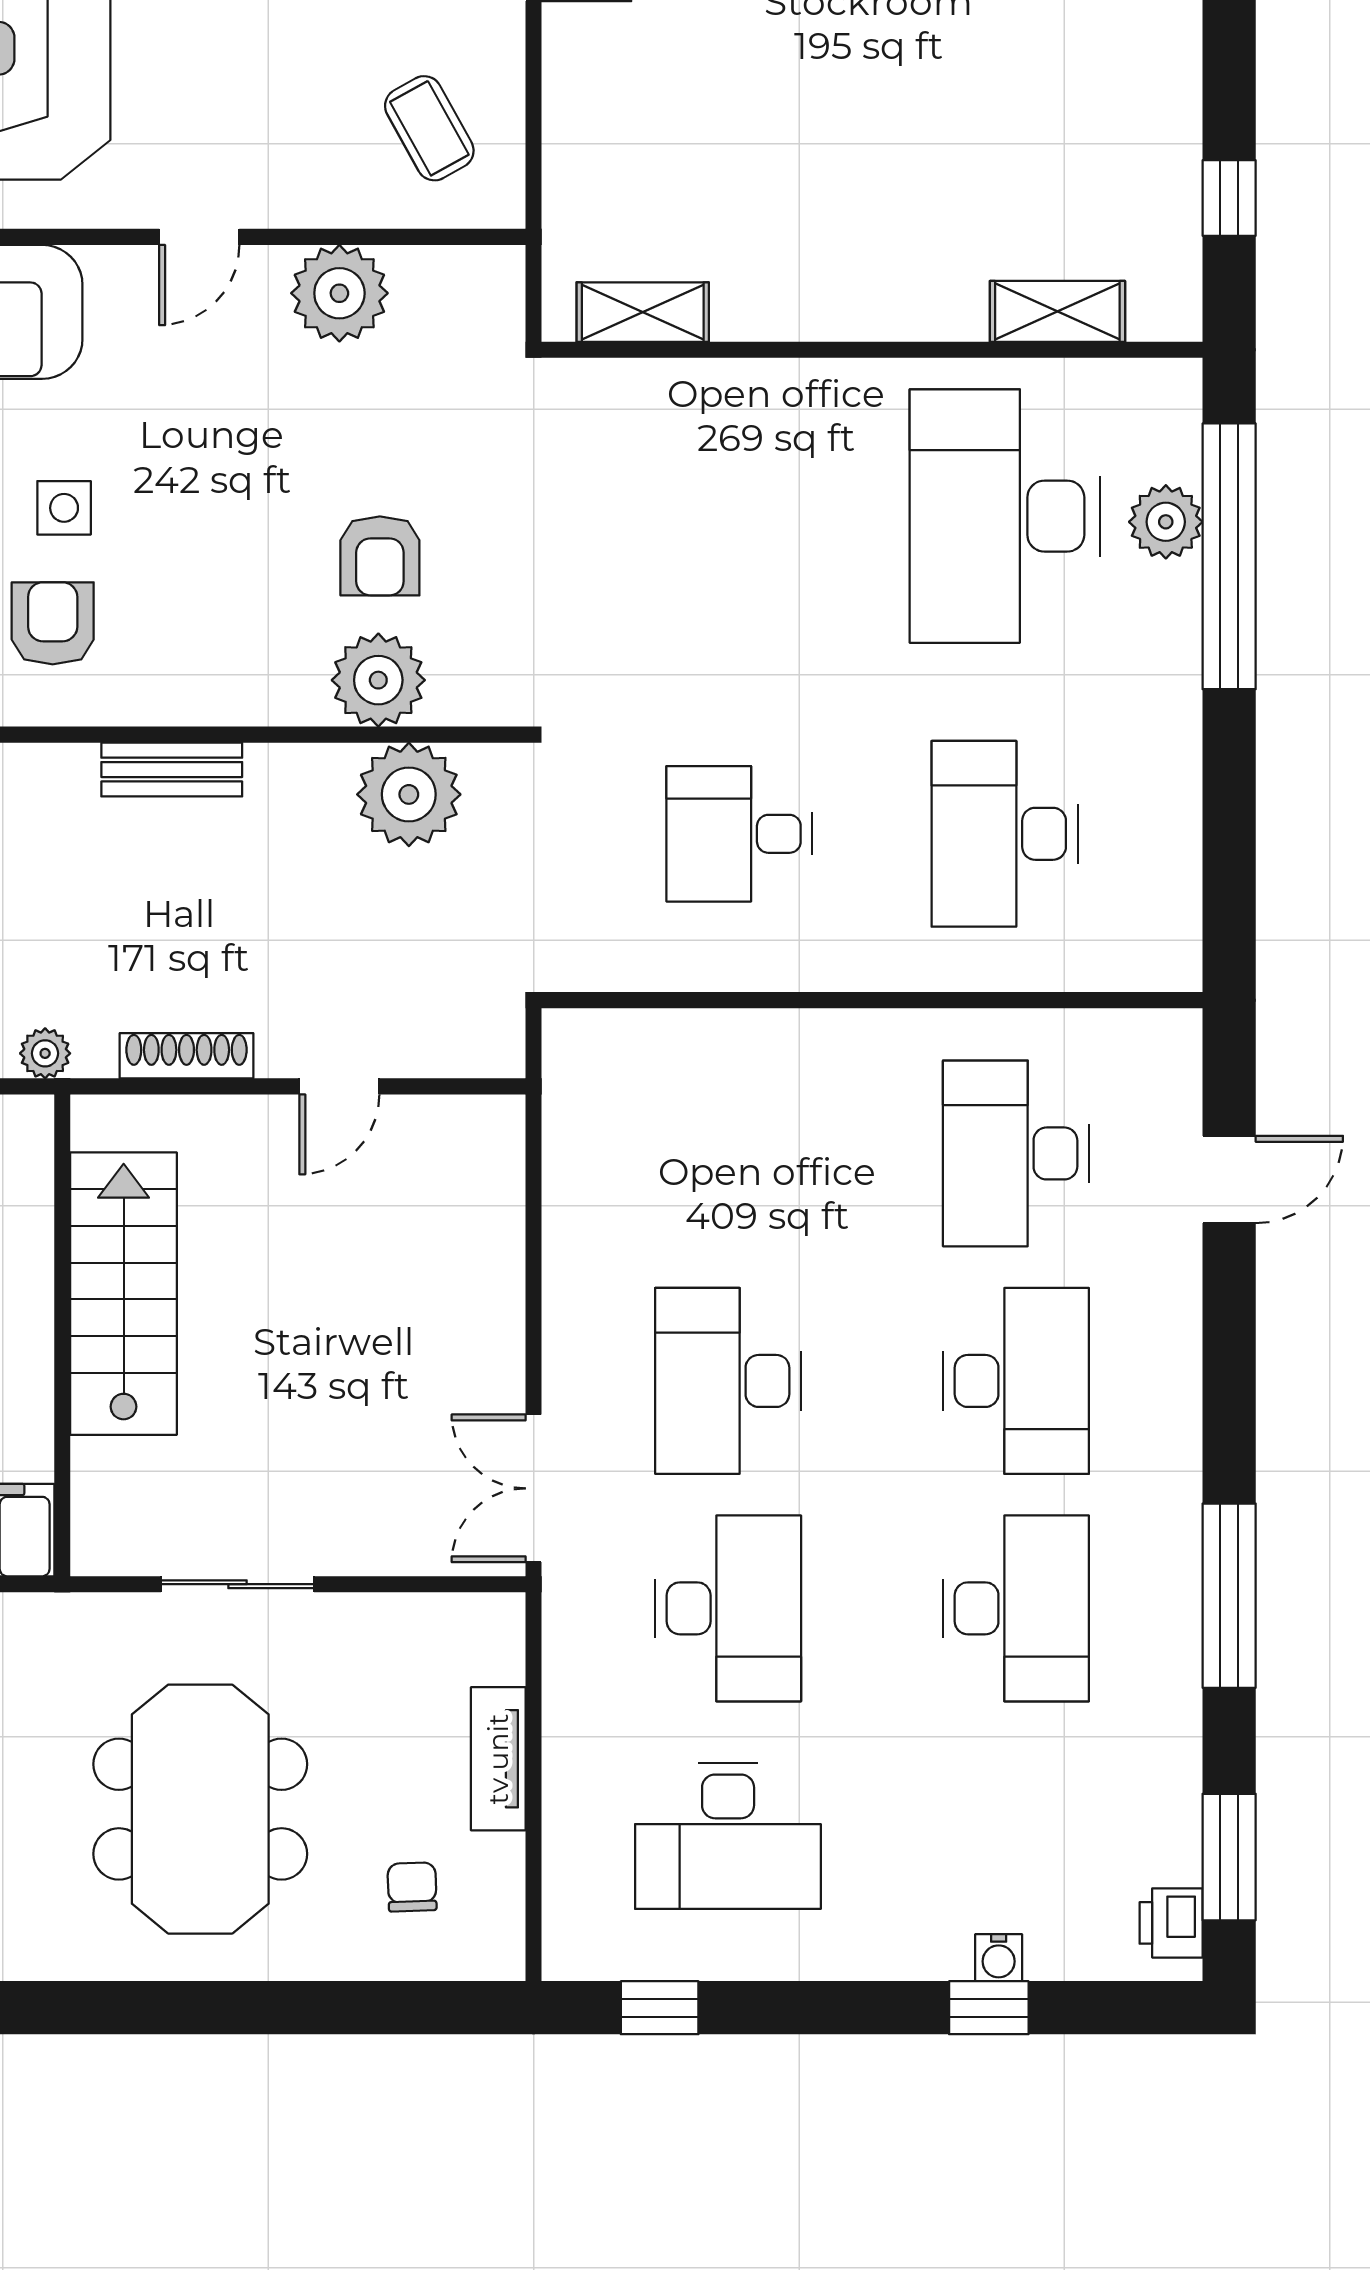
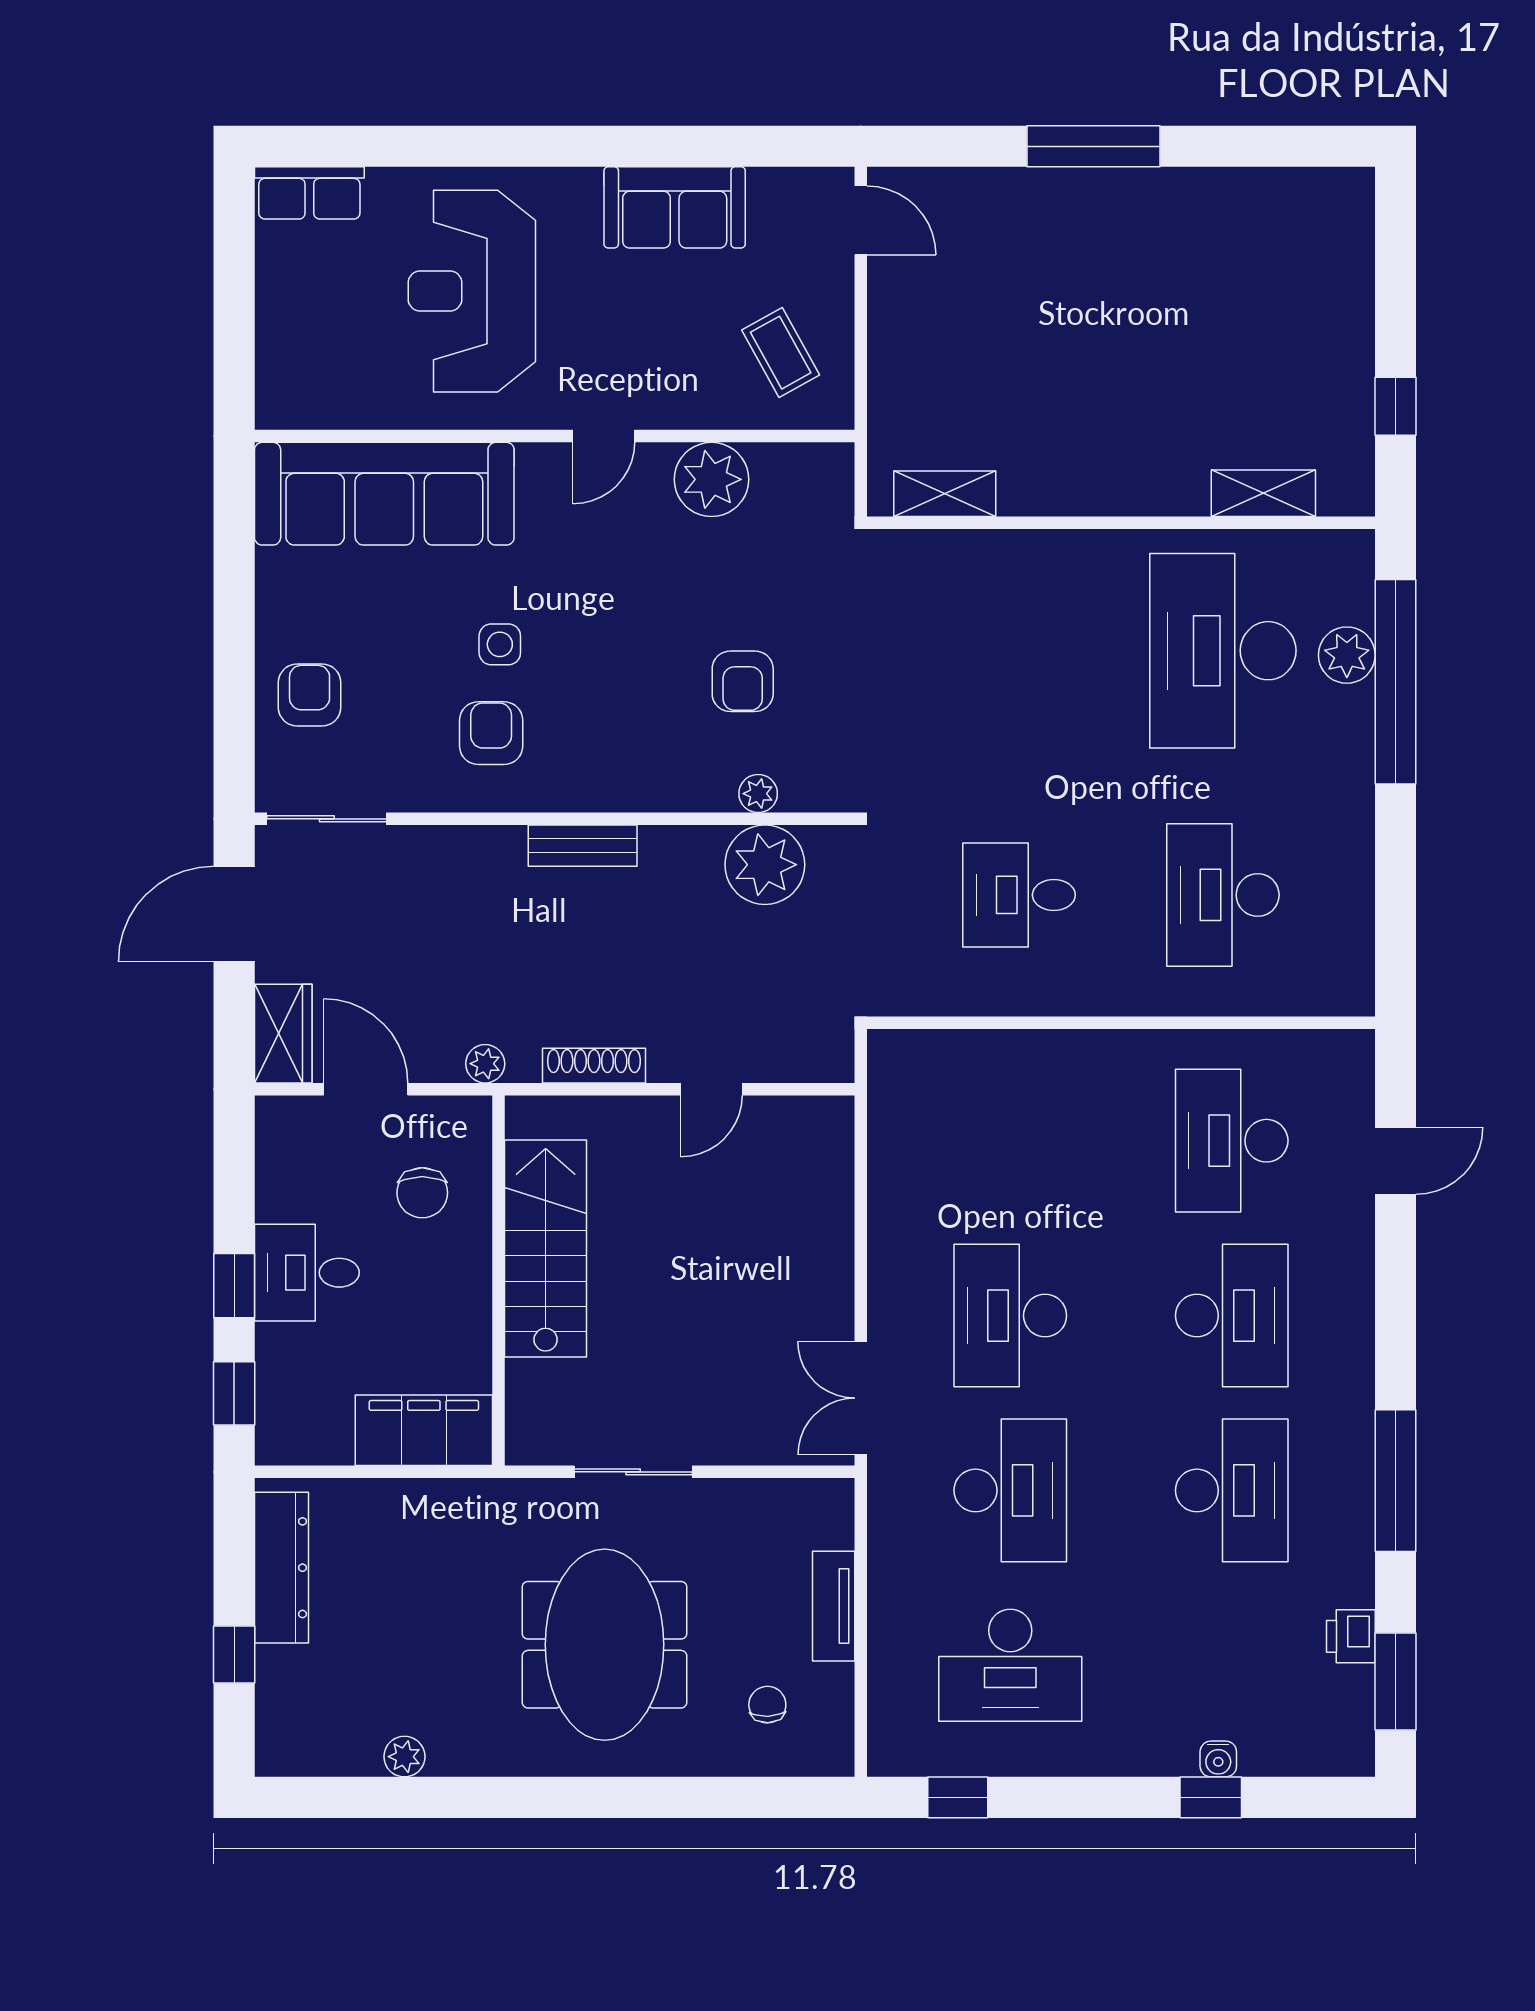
plant: (378, 680) -> (758, 794), width x0.53, depth x0.53
printer: (1171, 1923) -> (1351, 1636), moved

